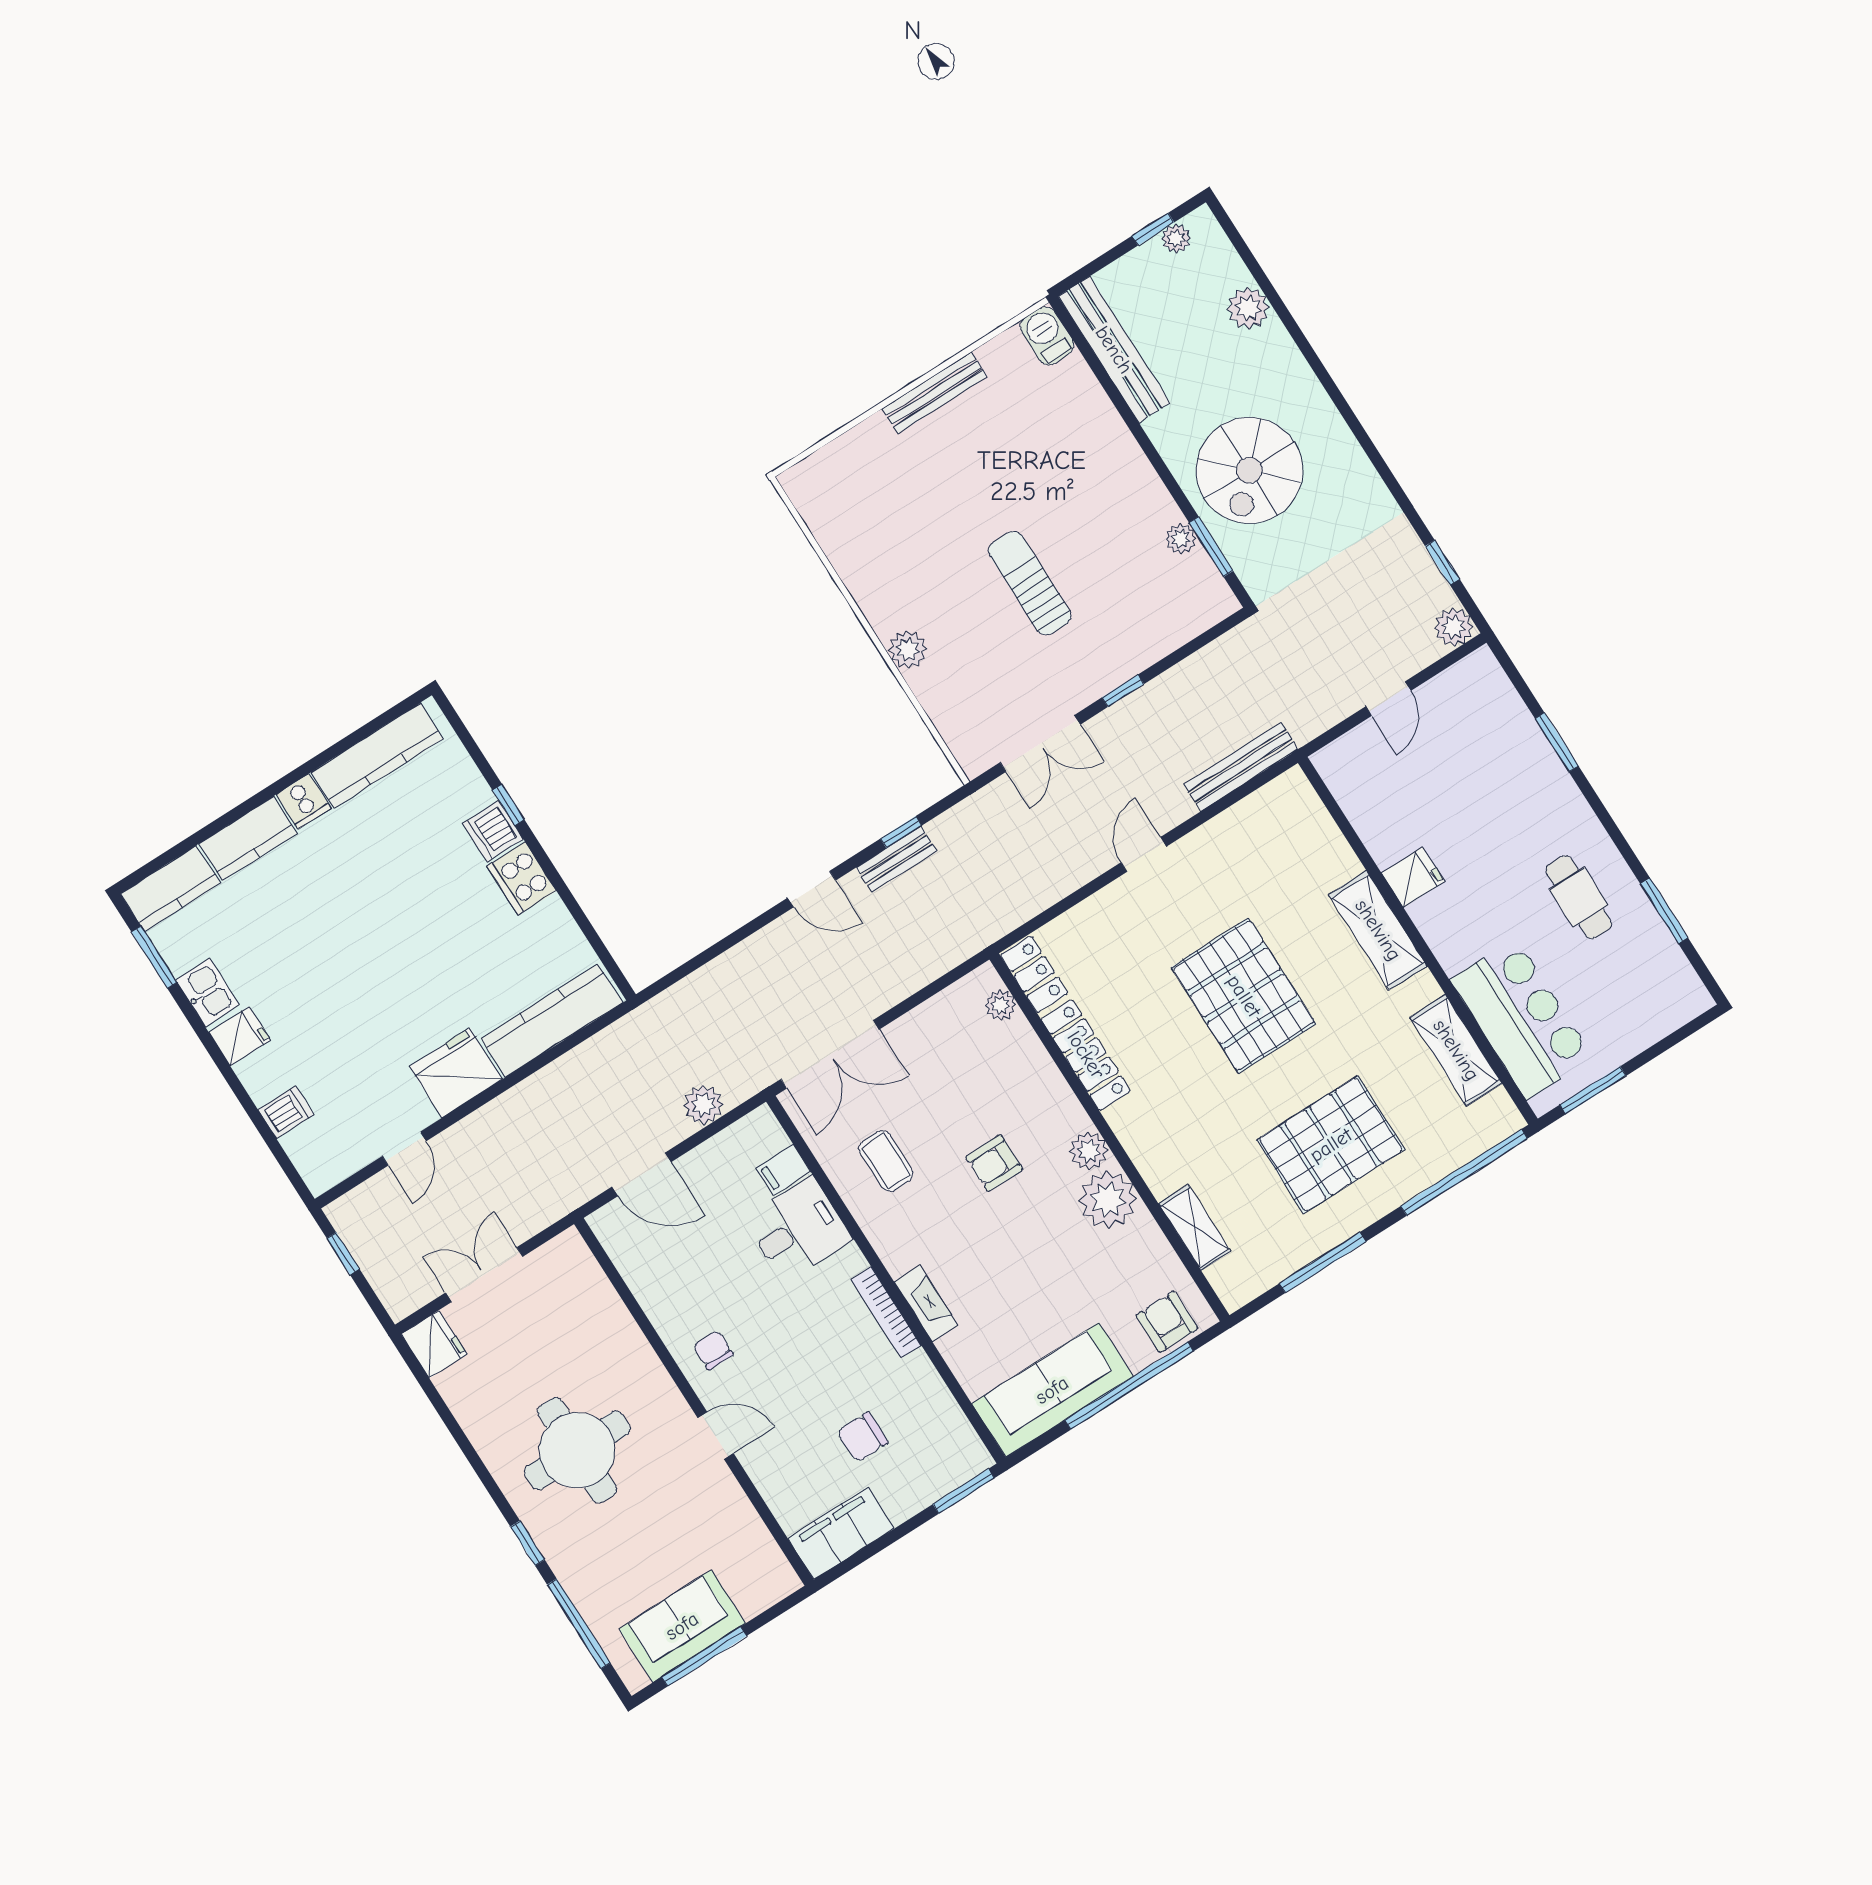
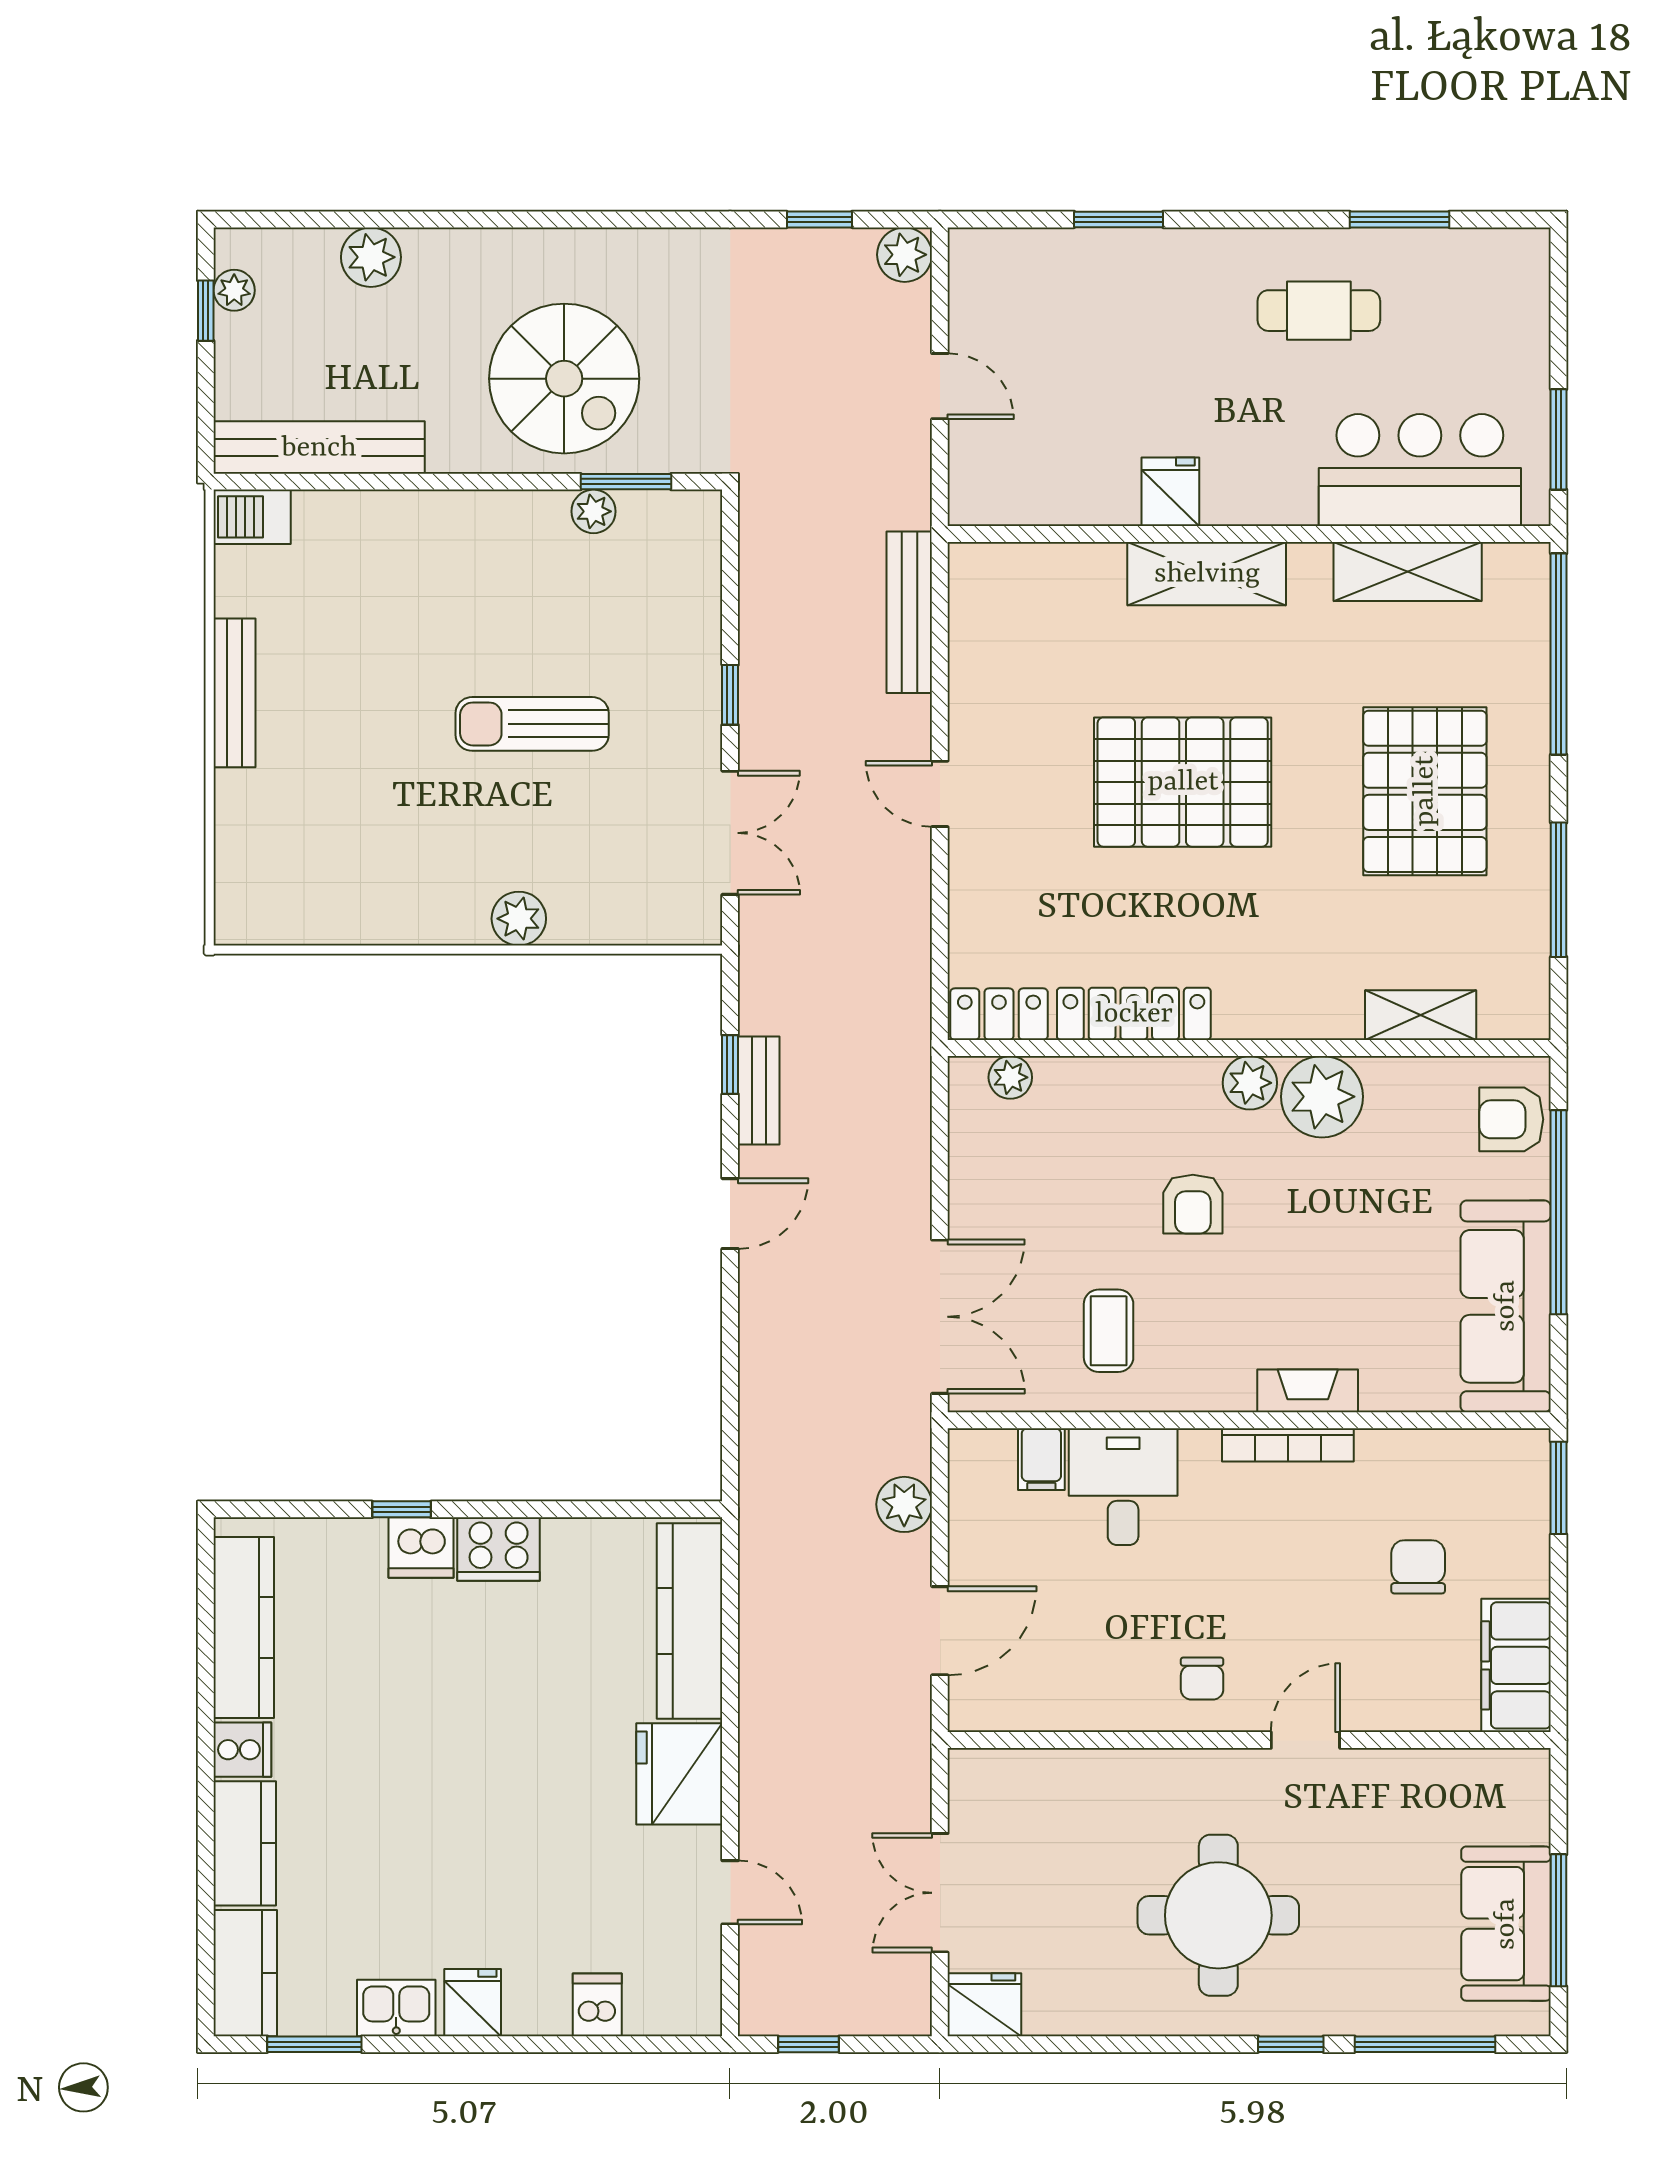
coffee table: (886, 1161) -> (1109, 1331), turned 90
chair: (713, 1350) -> (1202, 1679), turned -90
chair: (863, 1437) -> (1418, 1567), turned 180

